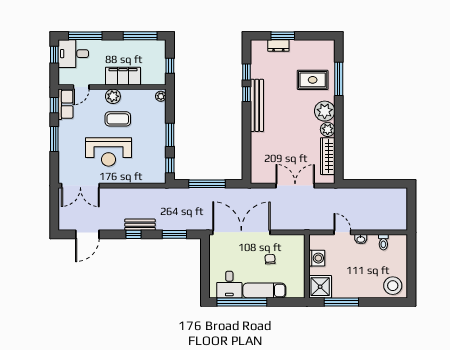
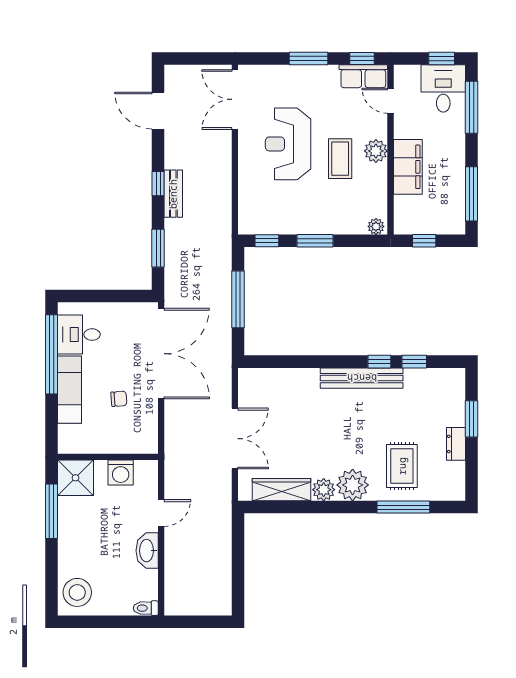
dresser: (278, 46) -> (456, 444), moved
washbasin: (361, 239) -> (147, 551), width x1.91, depth x1.45
toilet: (383, 242) -> (146, 608), moved

